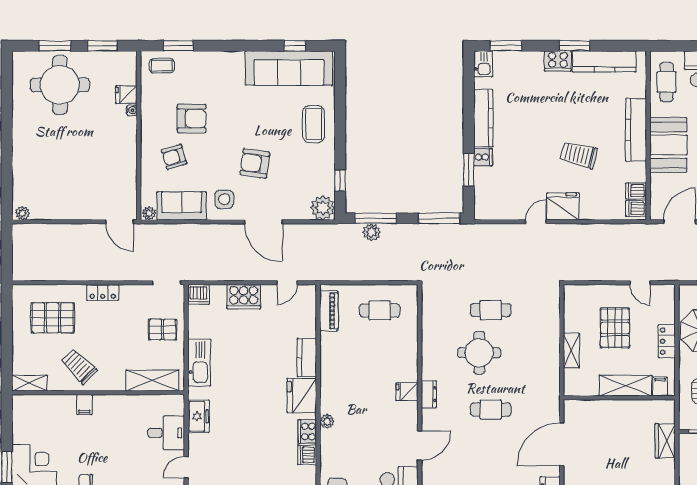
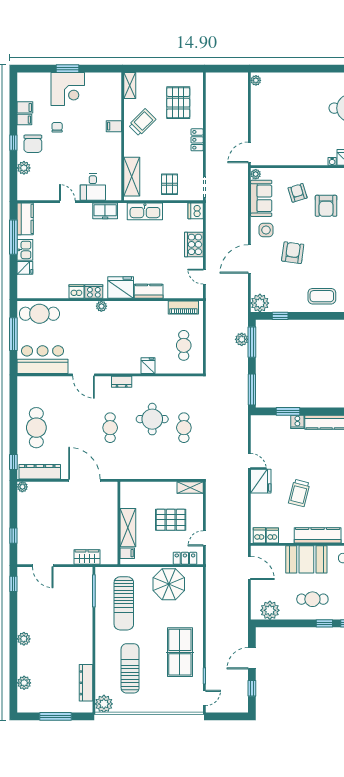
trolley: (579, 155) -> (299, 493), turned 180
locker: (667, 341) -> (185, 558), moved
shelving: (571, 351) -> (190, 487), moved
fridge: (407, 392) -> (148, 366), moved

